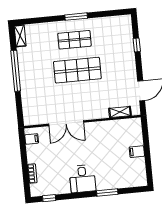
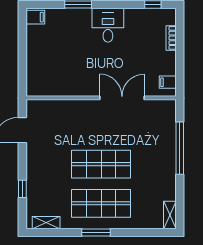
shop shelf: (74, 40) -> (101, 203), width x1.43, depth x1.36
window: (16, 71) -> (180, 148), moved
shelving: (120, 112) -> (46, 223), moved
filing cabinet: (137, 152) -> (35, 17), moved

